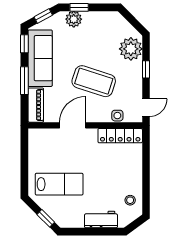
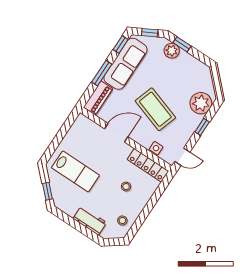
stool: (113, 168) -> (126, 187), added

